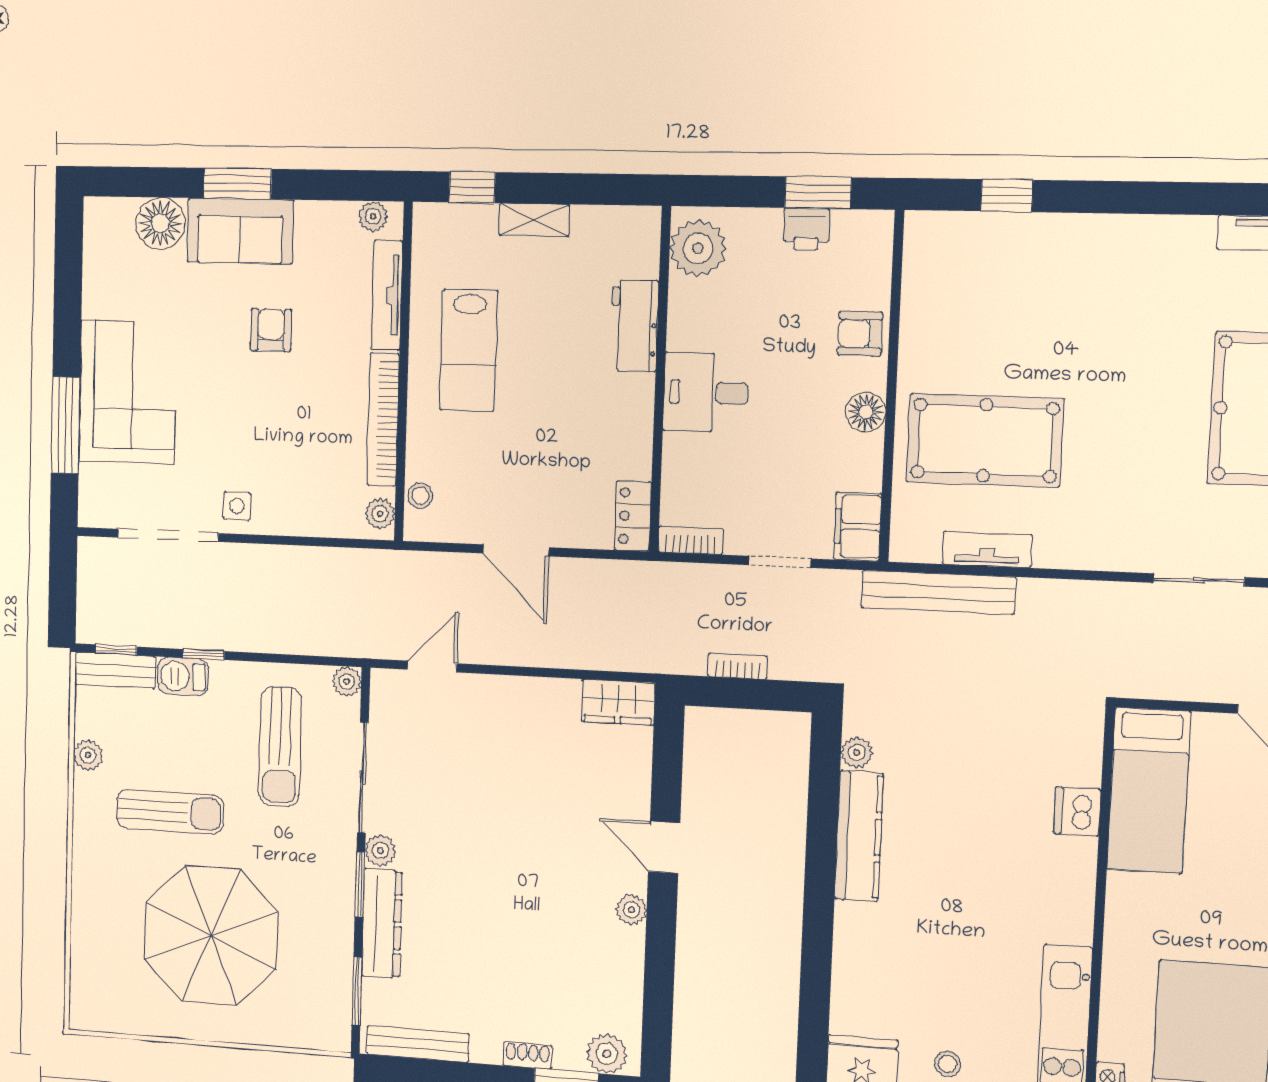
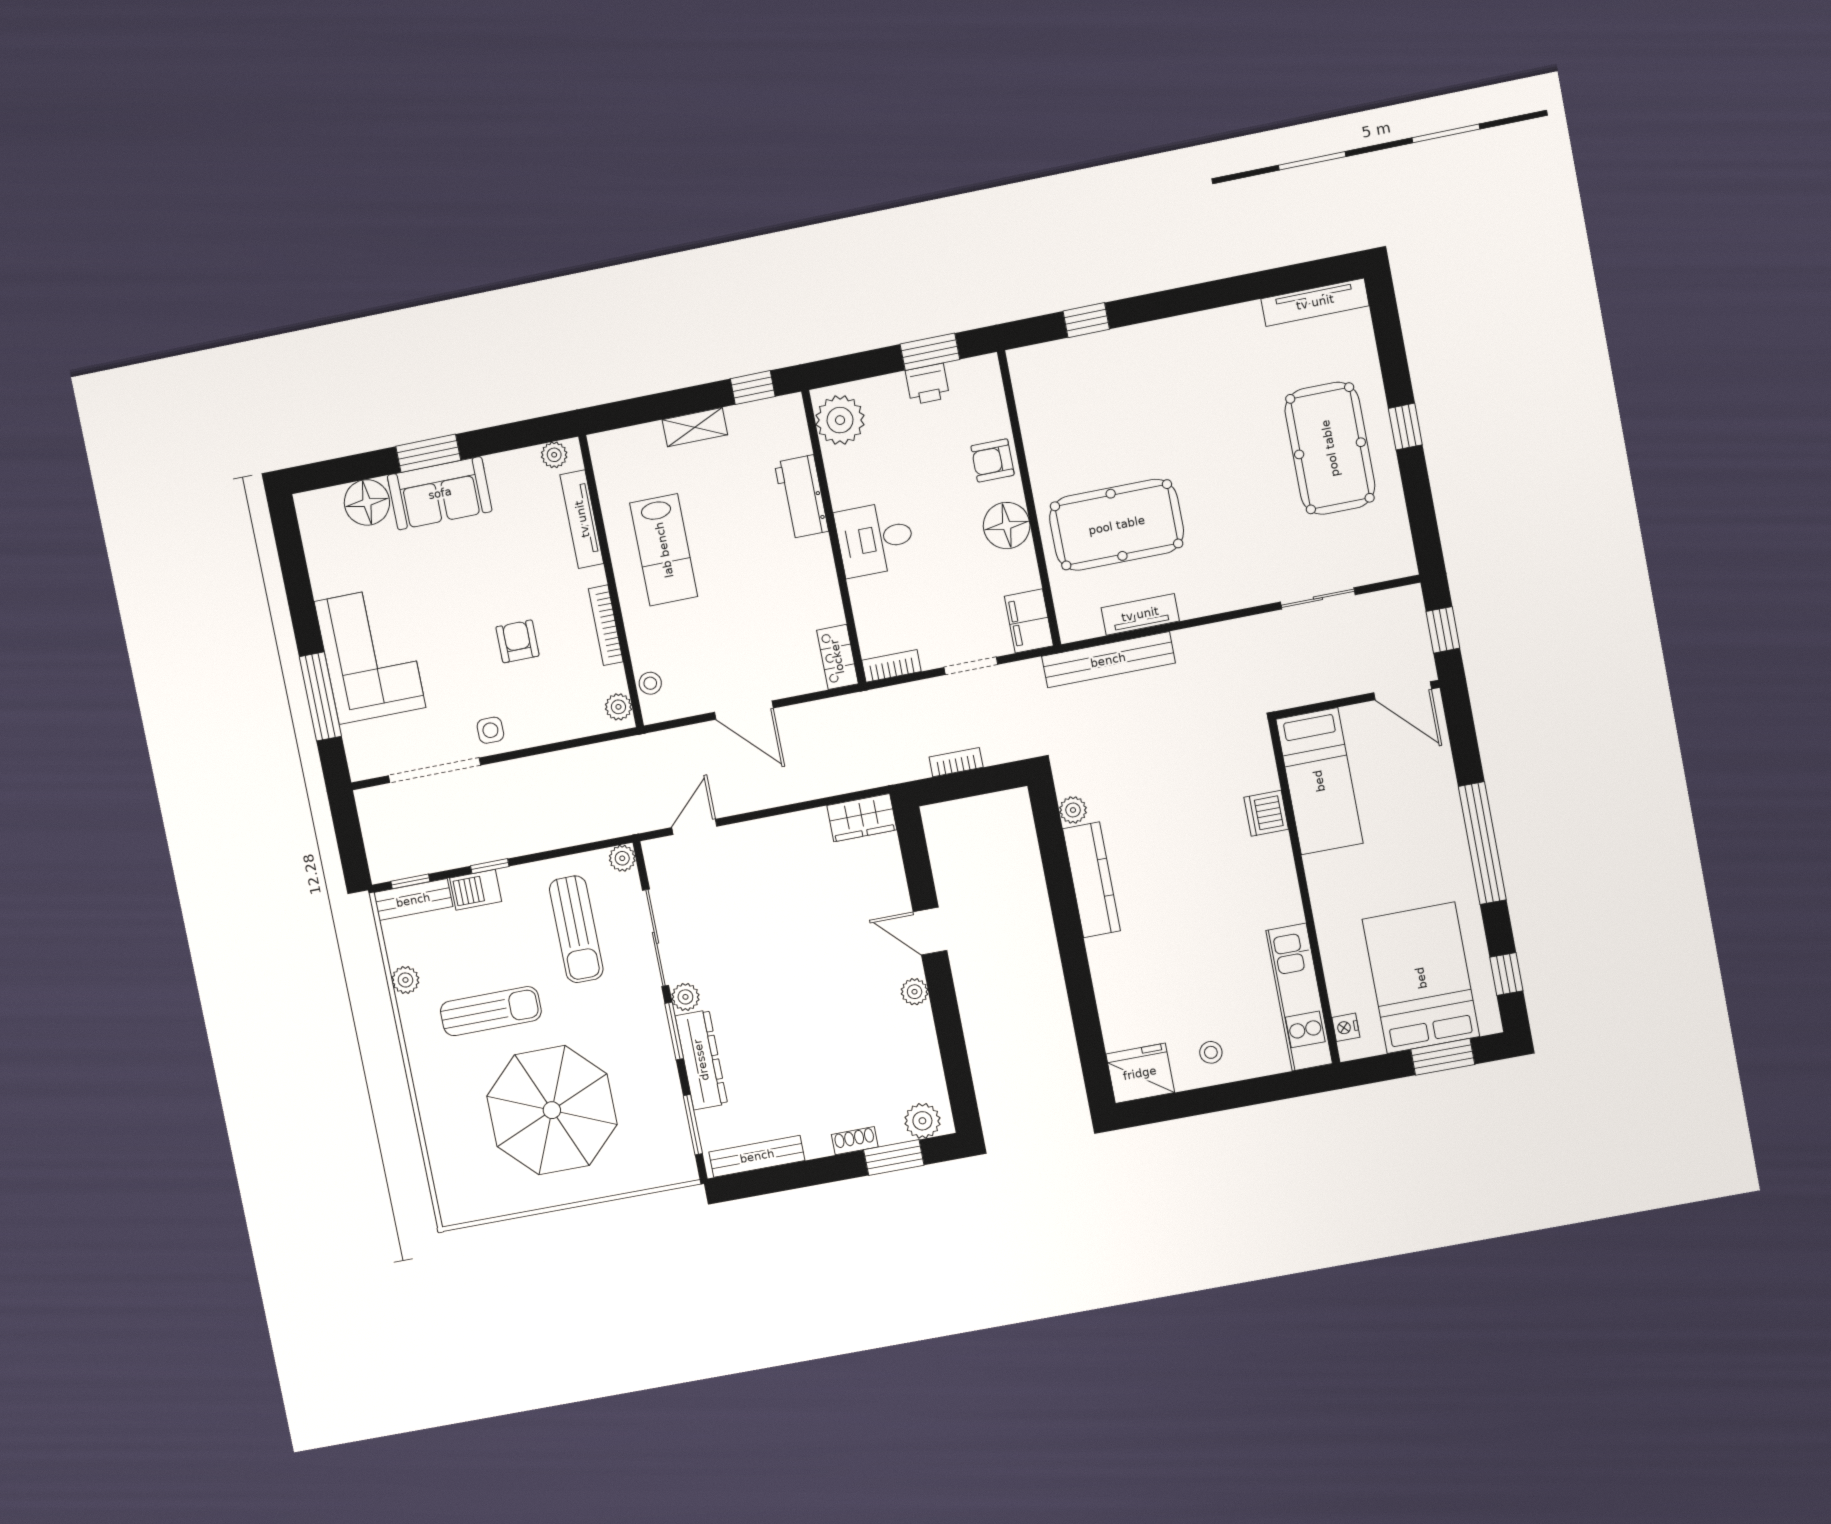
window: (472, 187) -> (753, 388), moved
armchair: (271, 330) -> (517, 641), moved
floor lamp: (866, 412) -> (1007, 526), width x1.38, depth x1.38
bookcase: (383, 420) -> (606, 625), width x0.68, depth x0.76

